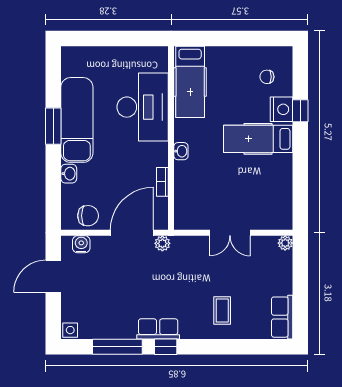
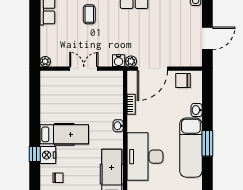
water cooler: (81, 244) -> (119, 61), moved

